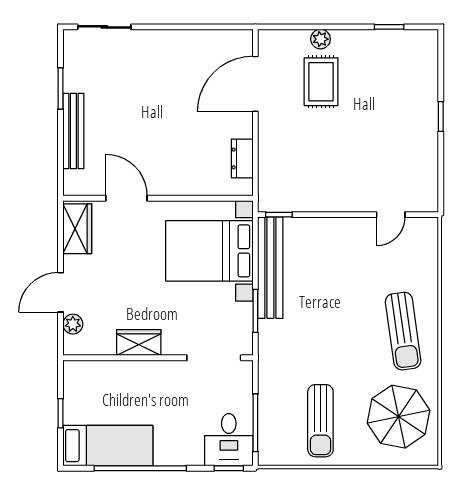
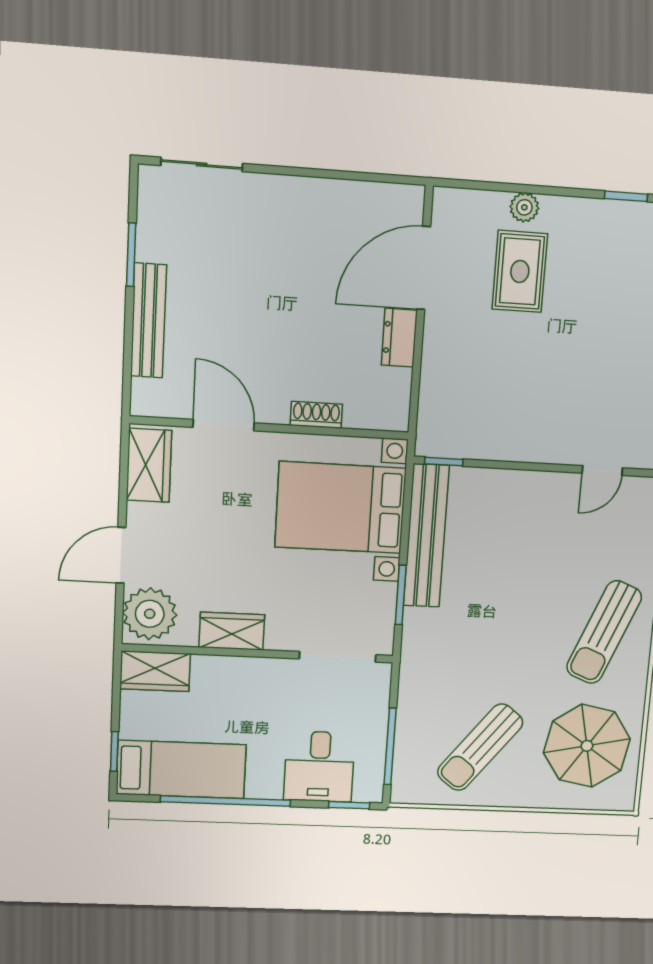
dresser: (242, 158) -> (399, 338), moved
shoe rack: (189, 187) -> (316, 415), added
plant: (73, 324) -> (150, 614), width x1.87, depth x1.87
sun lounger: (403, 331) -> (604, 632), turned 30
wardrobe: (87, 374) -> (155, 671), added
window: (61, 413) -> (114, 751), moved
sun lounger: (320, 421) -> (480, 747), turned 38
desk: (229, 440) -> (319, 766), moved

